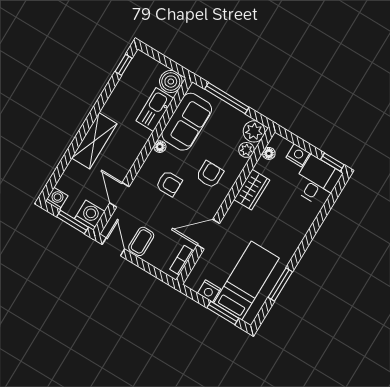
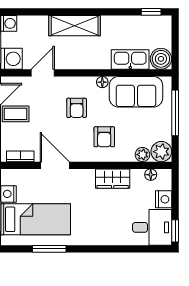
armchair: (210, 175) -> (104, 137), turned 90

